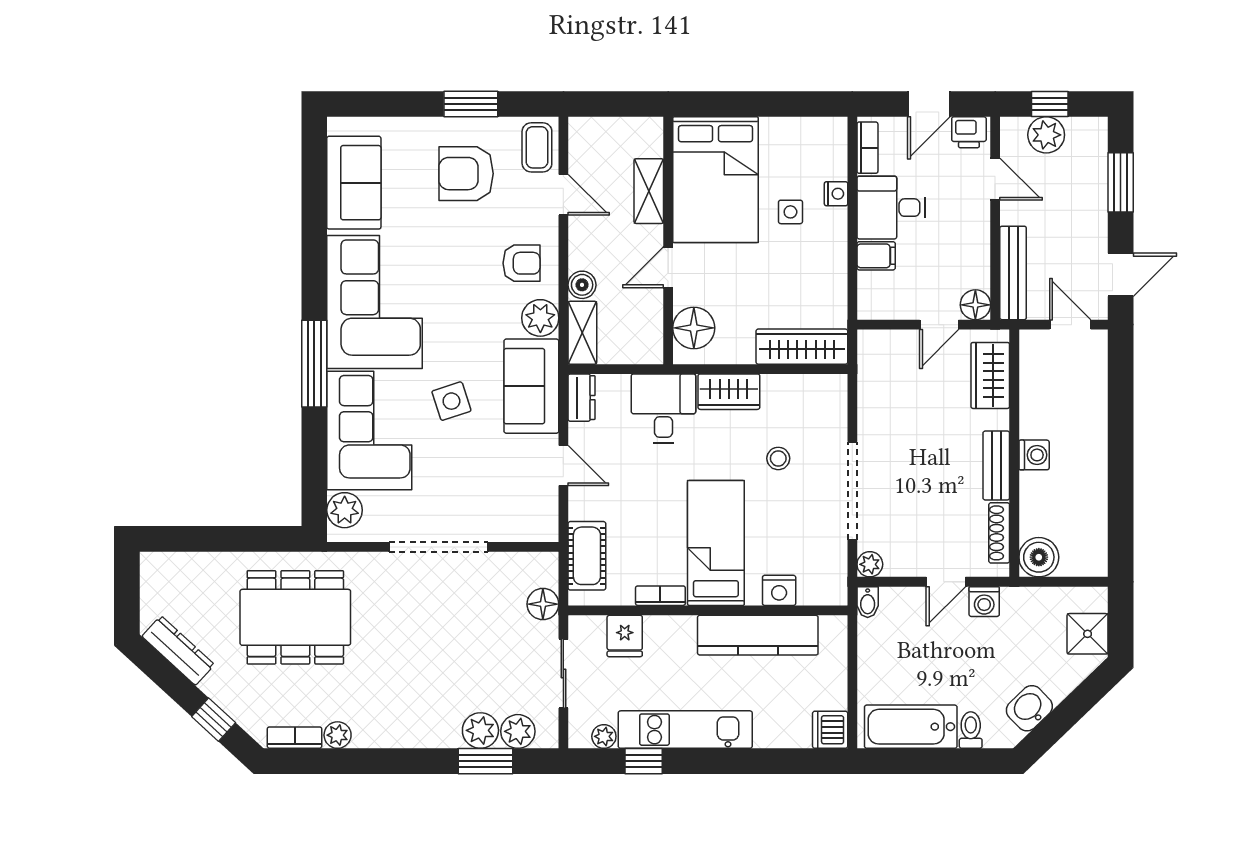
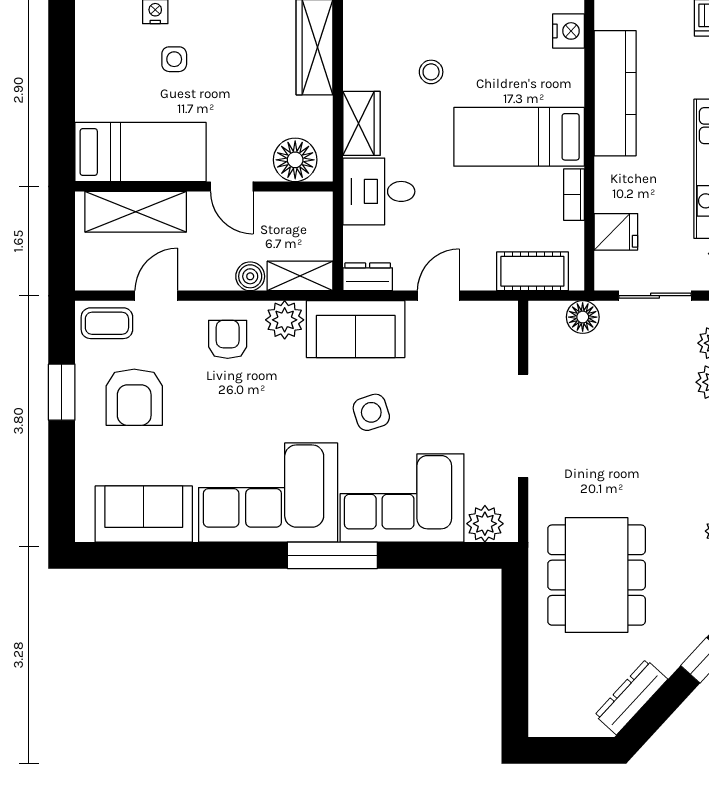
bed: (715, 180) -> (141, 152), width x0.67
shelving: (649, 191) -> (136, 212), width x1.50, depth x1.33
nightstand: (779, 590) -> (568, 31), moved

